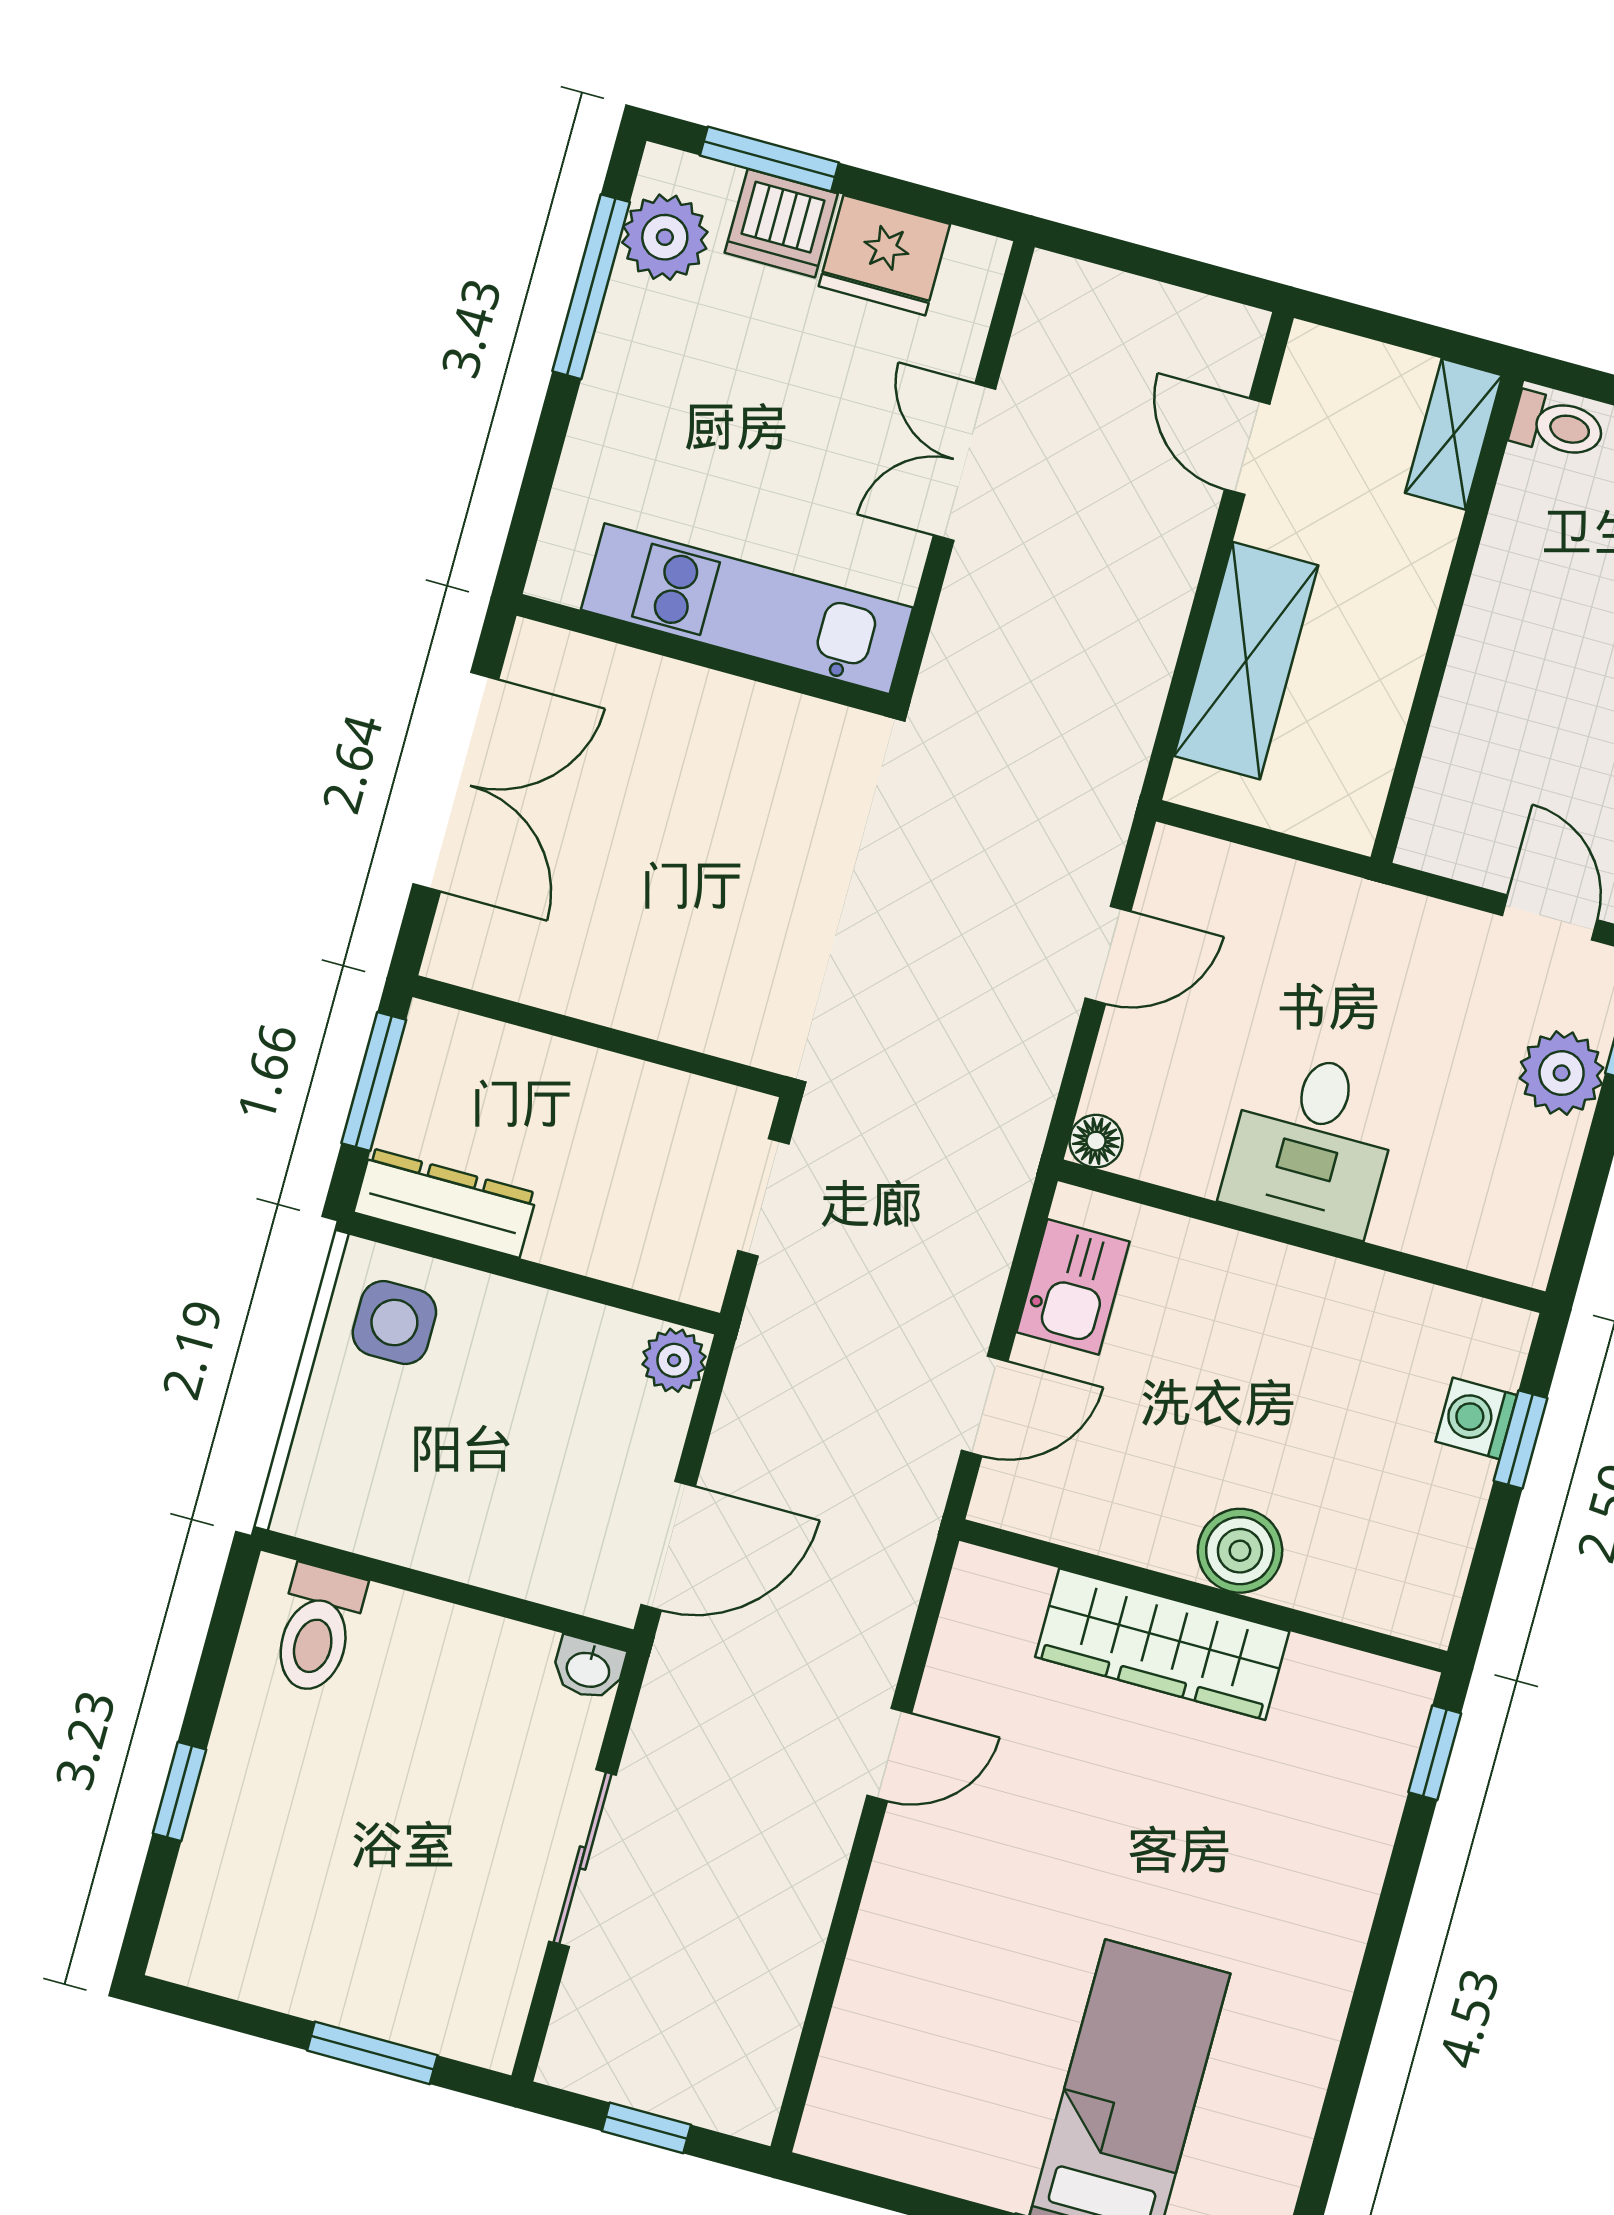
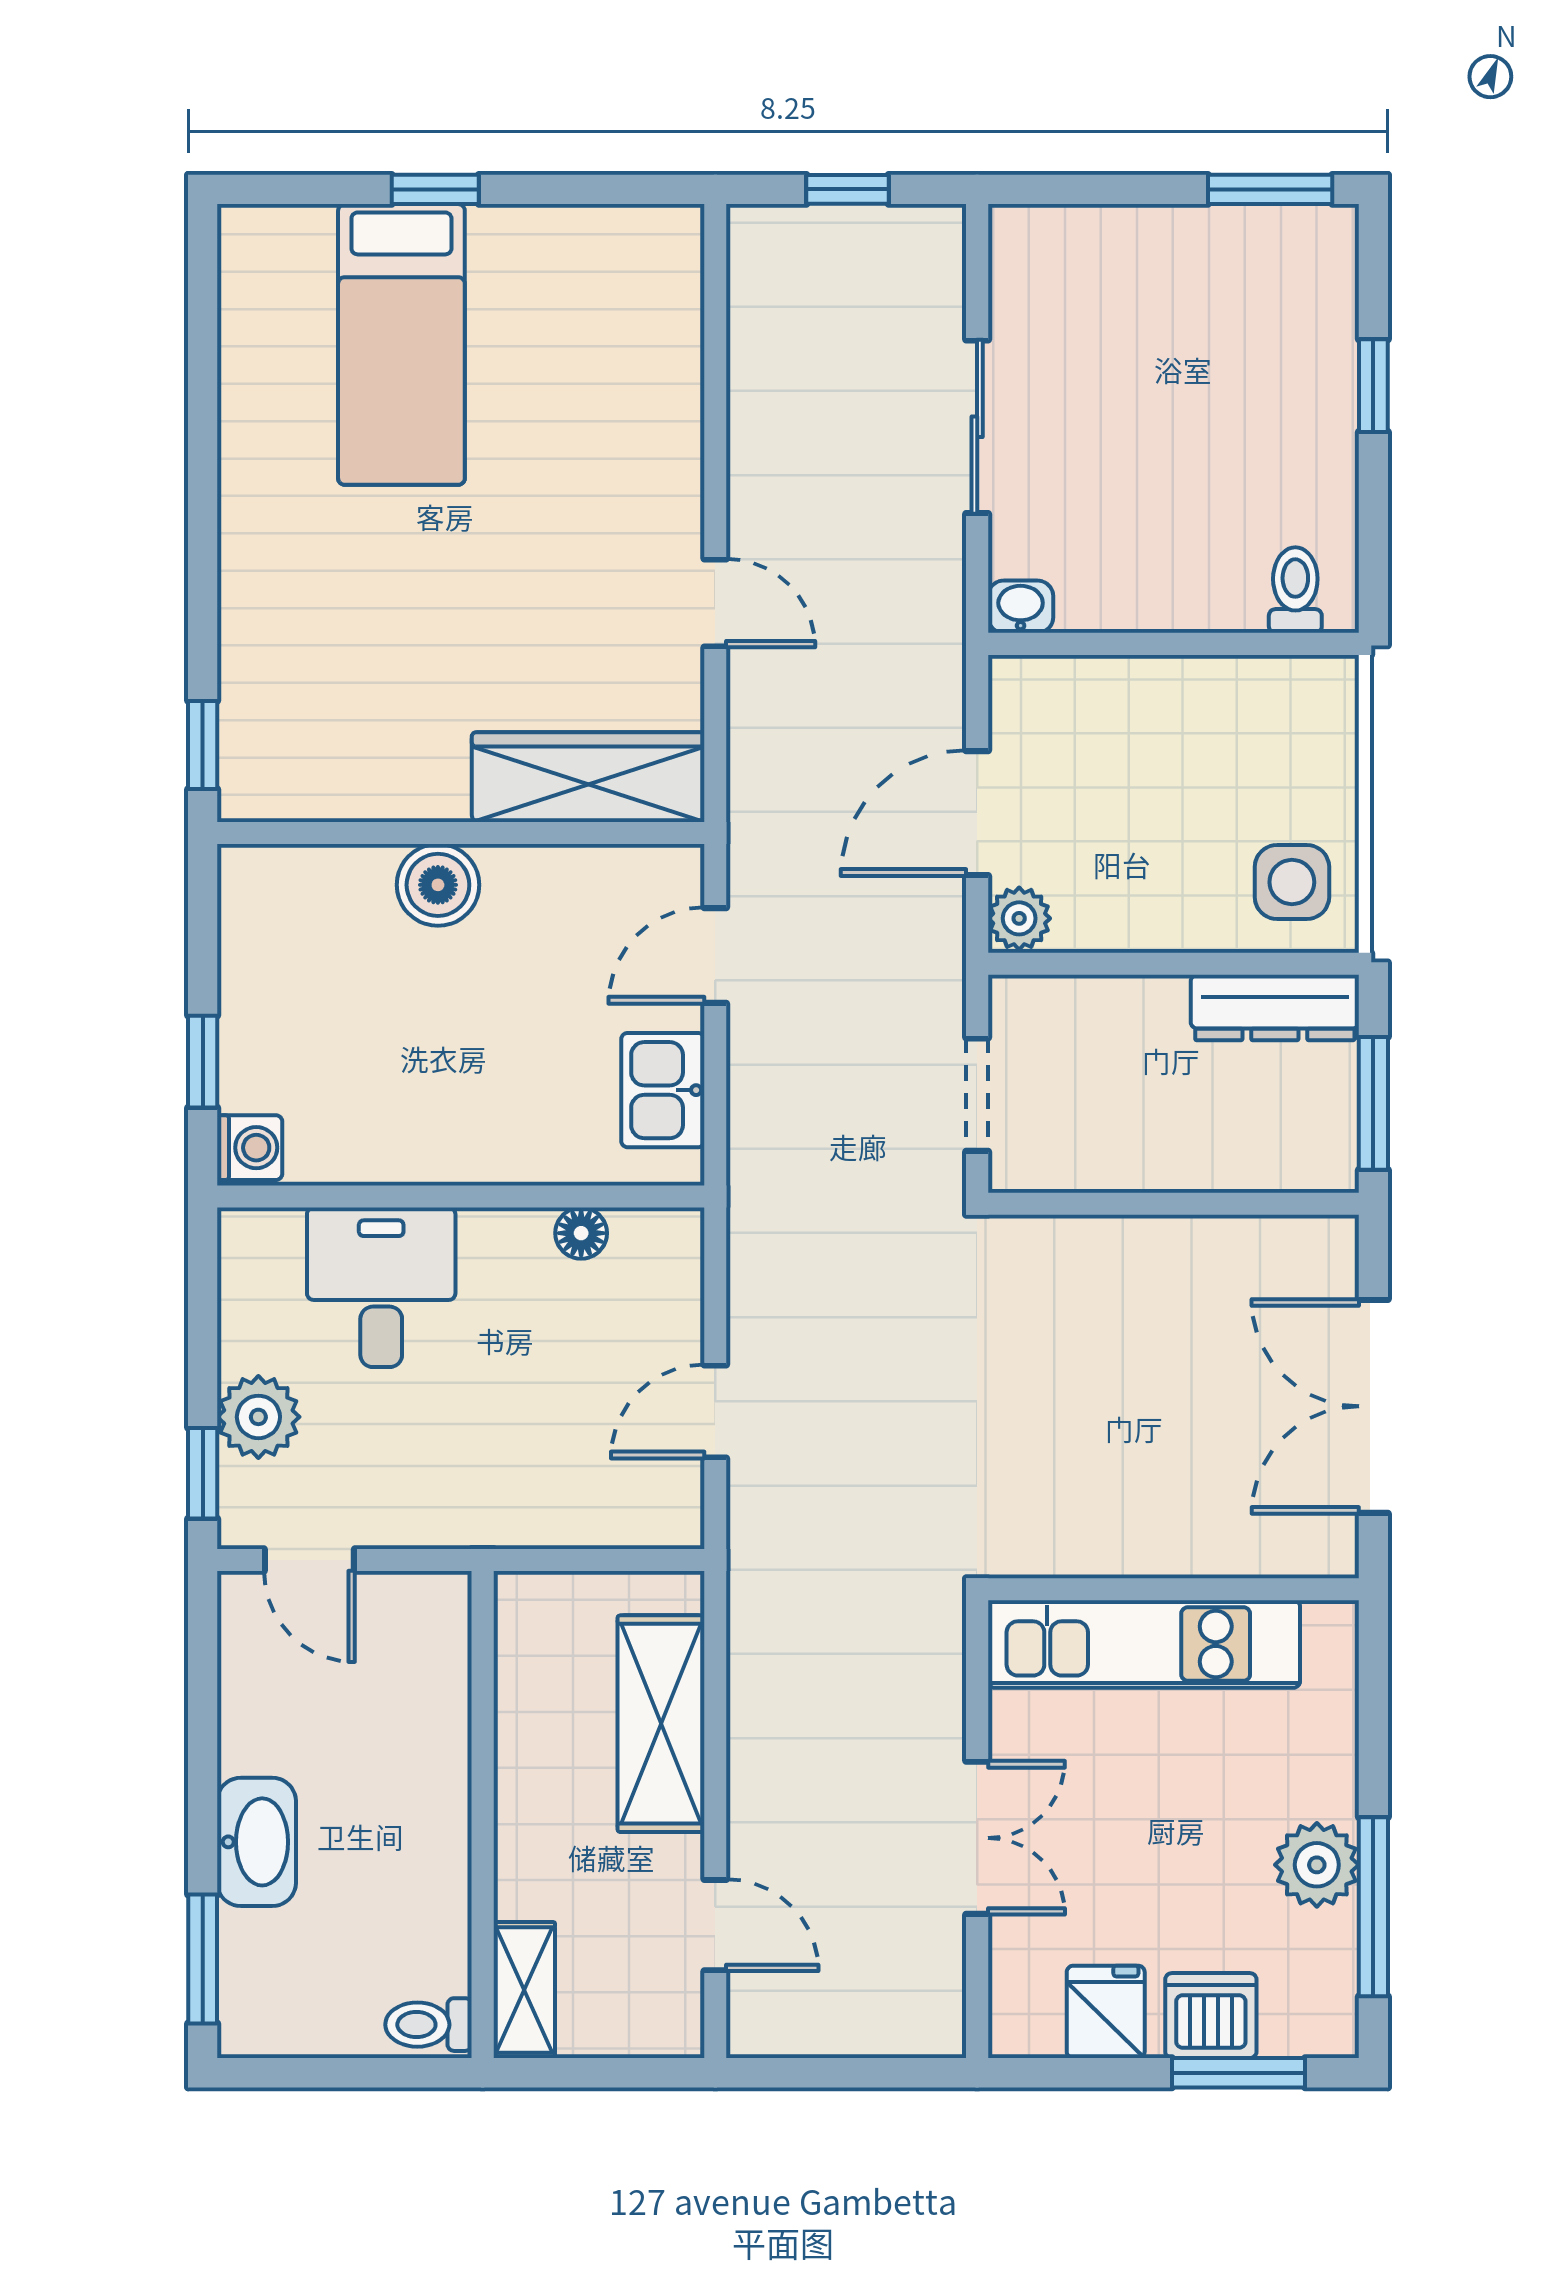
plant: (665, 237) -> (1317, 1865), moved
fridge: (884, 255) -> (1106, 2012), width x0.72
floor lamp: (1096, 1141) -> (581, 1233), moved
desk: (1312, 1142) -> (381, 1287), moved
washing machine: (1476, 1418) -> (250, 1148), moved
door: (668, 1546) -> (977, 813), moved
toilet: (317, 1629) -> (1295, 590), width x0.73, depth x0.72
wardrobe: (1162, 1644) -> (588, 777), moved
door: (889, 1754) -> (715, 603), swing flipped
window: (372, 2053) -> (1270, 189), moved

